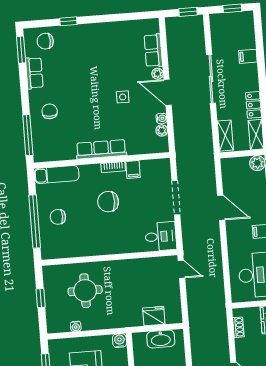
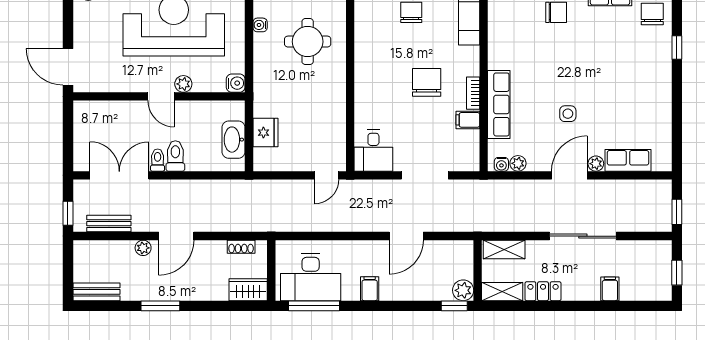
water cooler: (161, 118) -> (501, 164), moved
row of seats: (101, 149) -> (499, 104), moved

